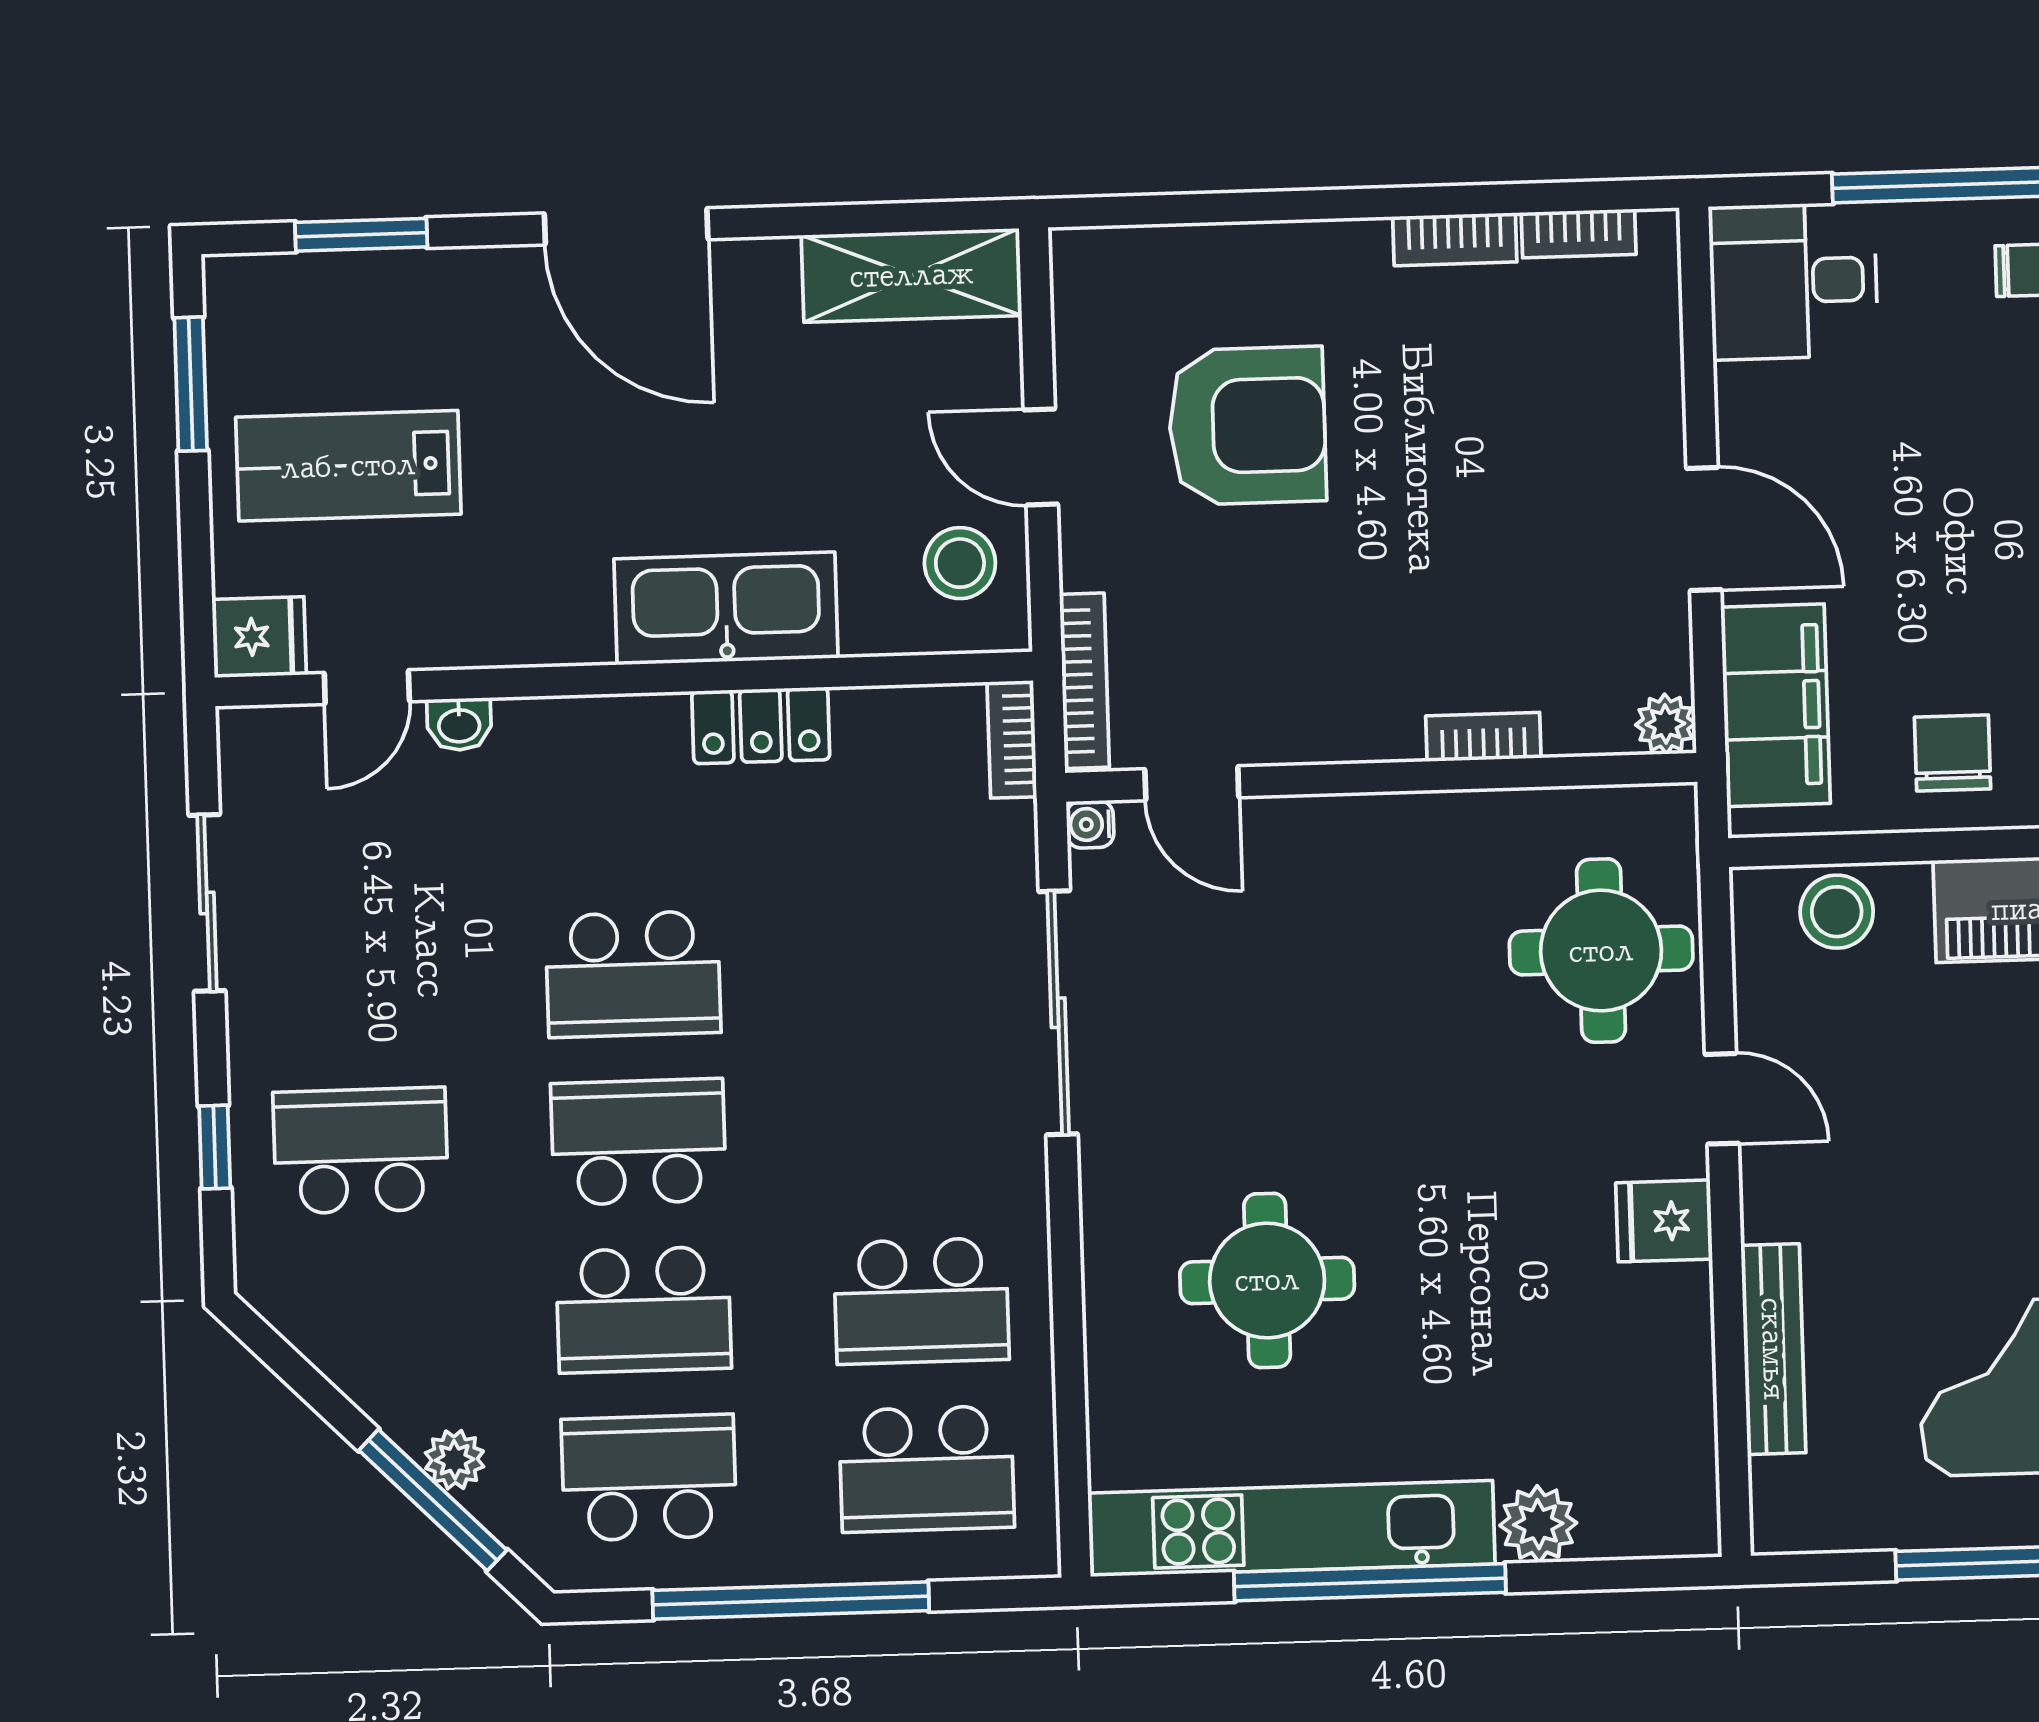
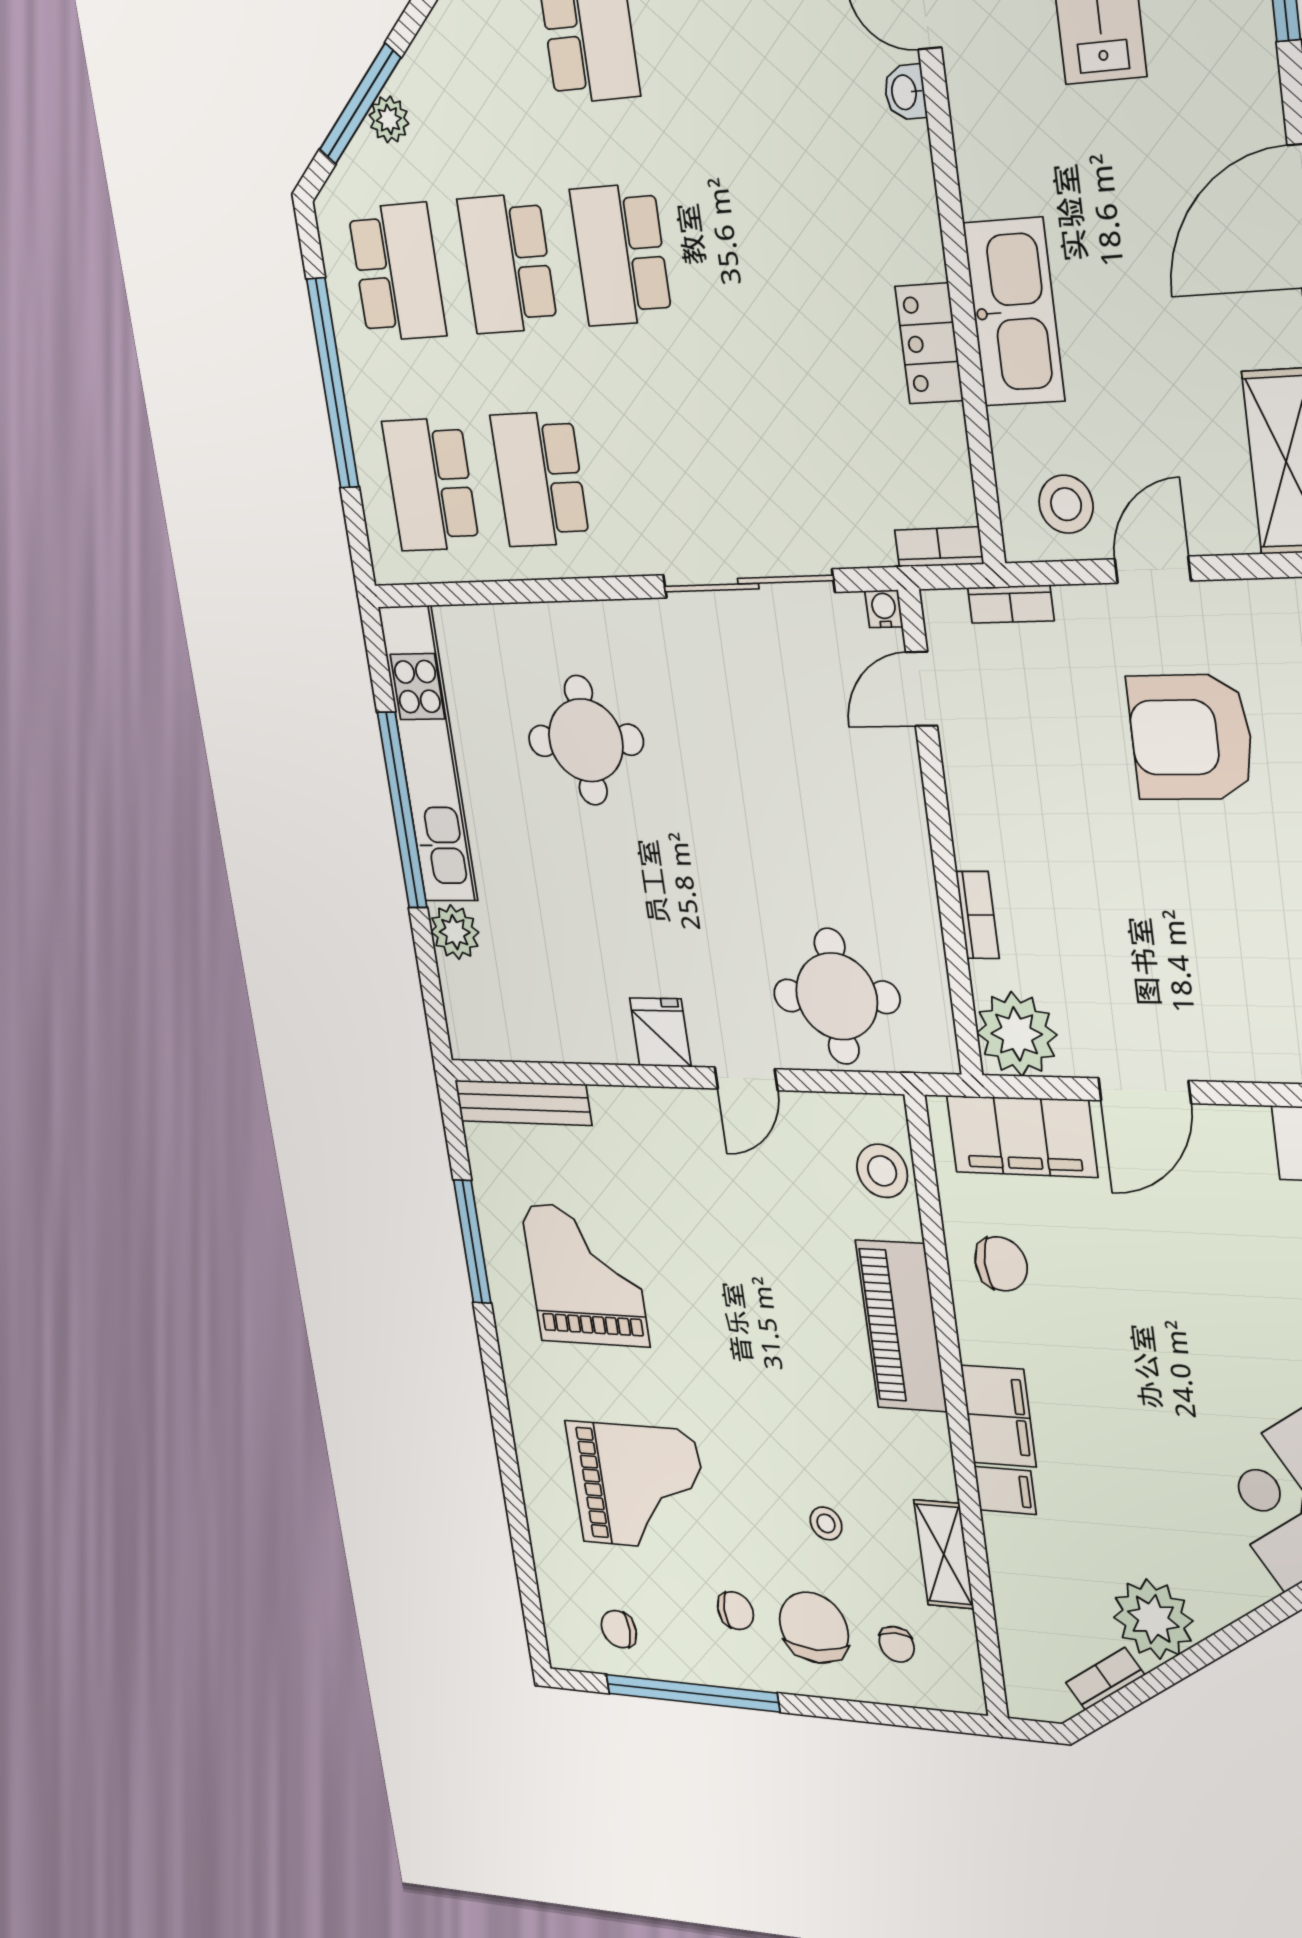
armchair: (1247, 426) -> (1191, 737), turned 90
bookcase: (1084, 681) -> (1011, 604), width x0.64
plant: (1666, 724) -> (1017, 1034), width x1.88, depth x1.88
school desk: (633, 974) -> (738, 246), removed
school desk: (638, 1142) -> (621, 255), turned 180
bench: (1773, 1349) -> (523, 1103), moved

